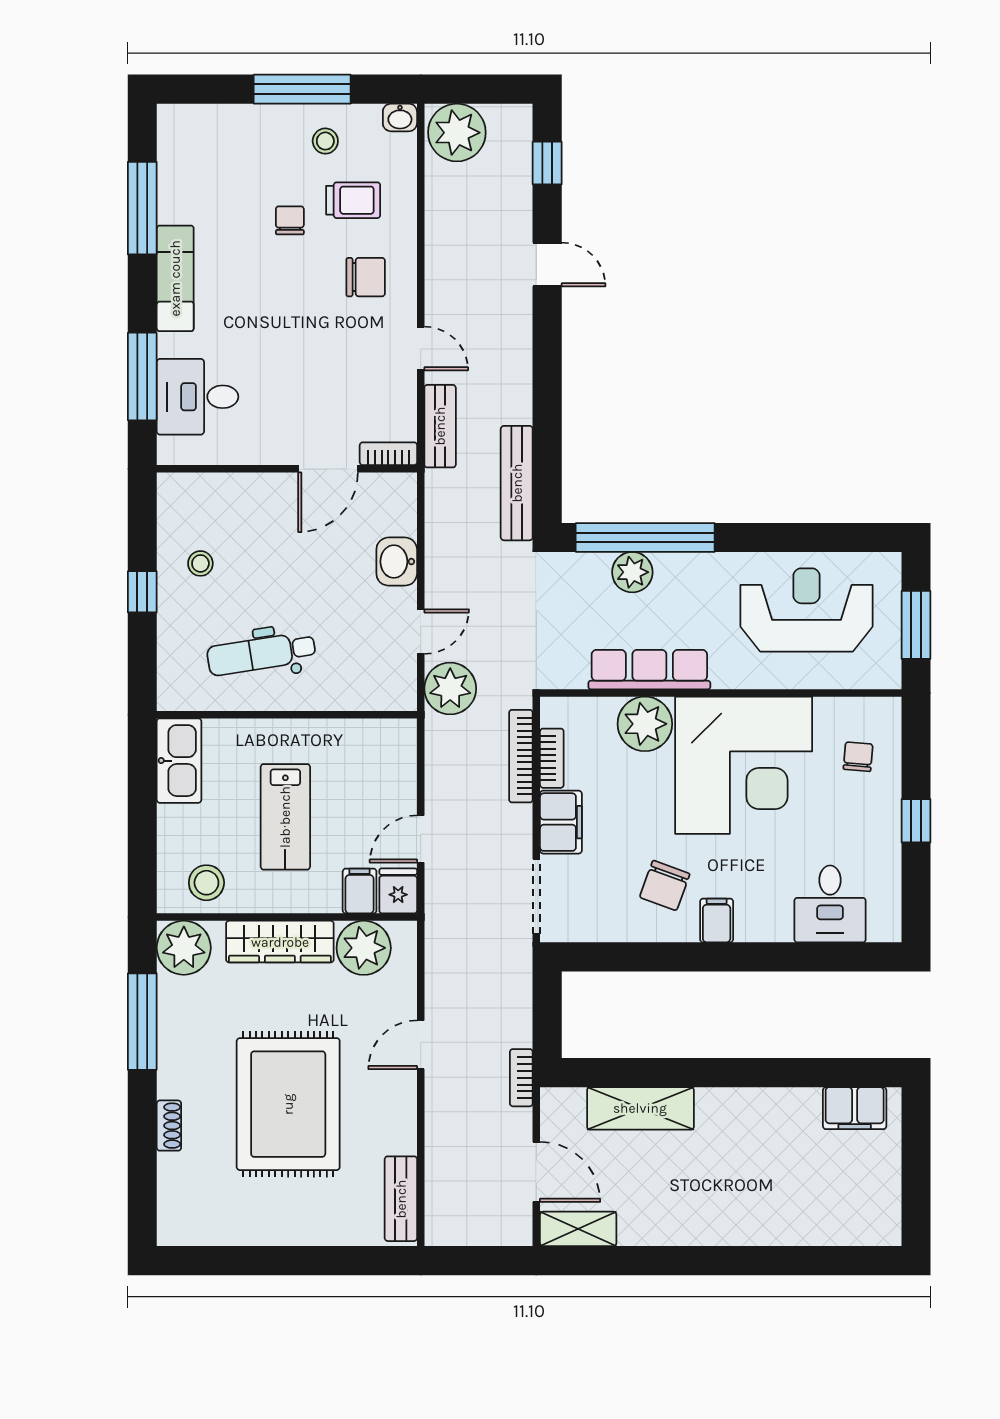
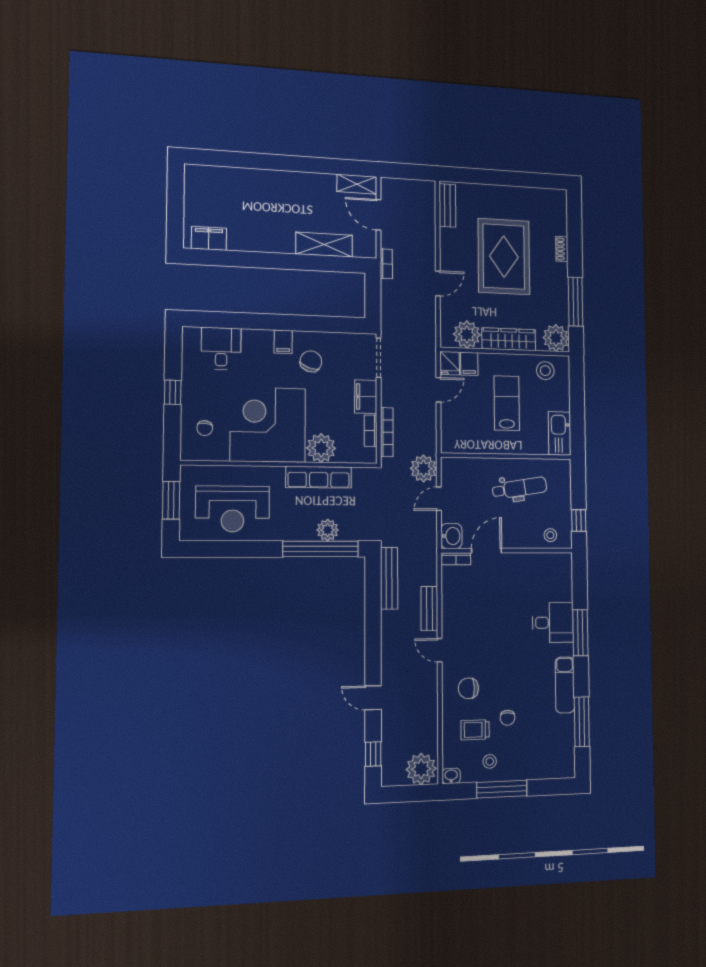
bookcase: (388, 454) -> (456, 559), moved
wall: (287, 469) -> (507, 551), moved
door: (328, 469) -> (487, 551), moved

